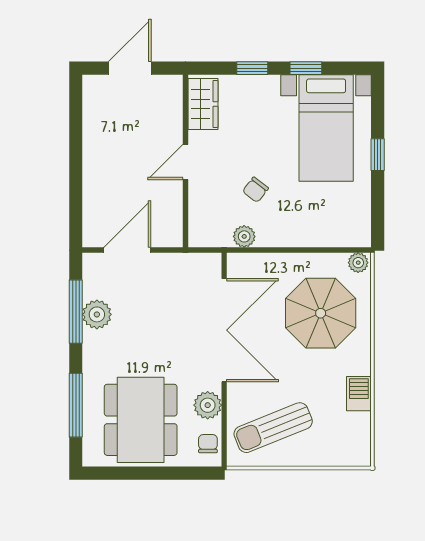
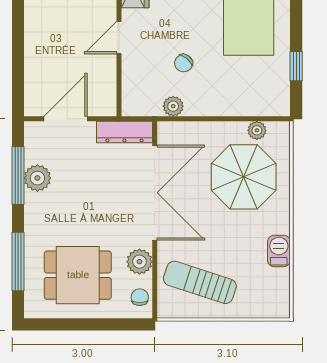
window: (378, 155) -> (296, 66), moved
plant: (358, 263) -> (257, 130), moved
dresser: (191, 264) -> (124, 132), added
dining table: (141, 420) -> (78, 275), width x0.73
sun lounger: (273, 428) -> (200, 282), turned 40

